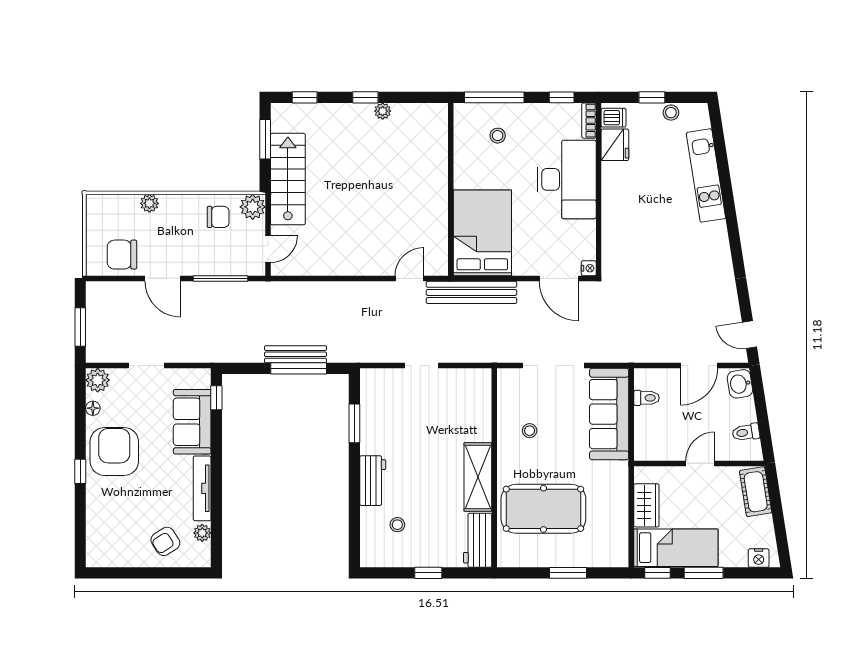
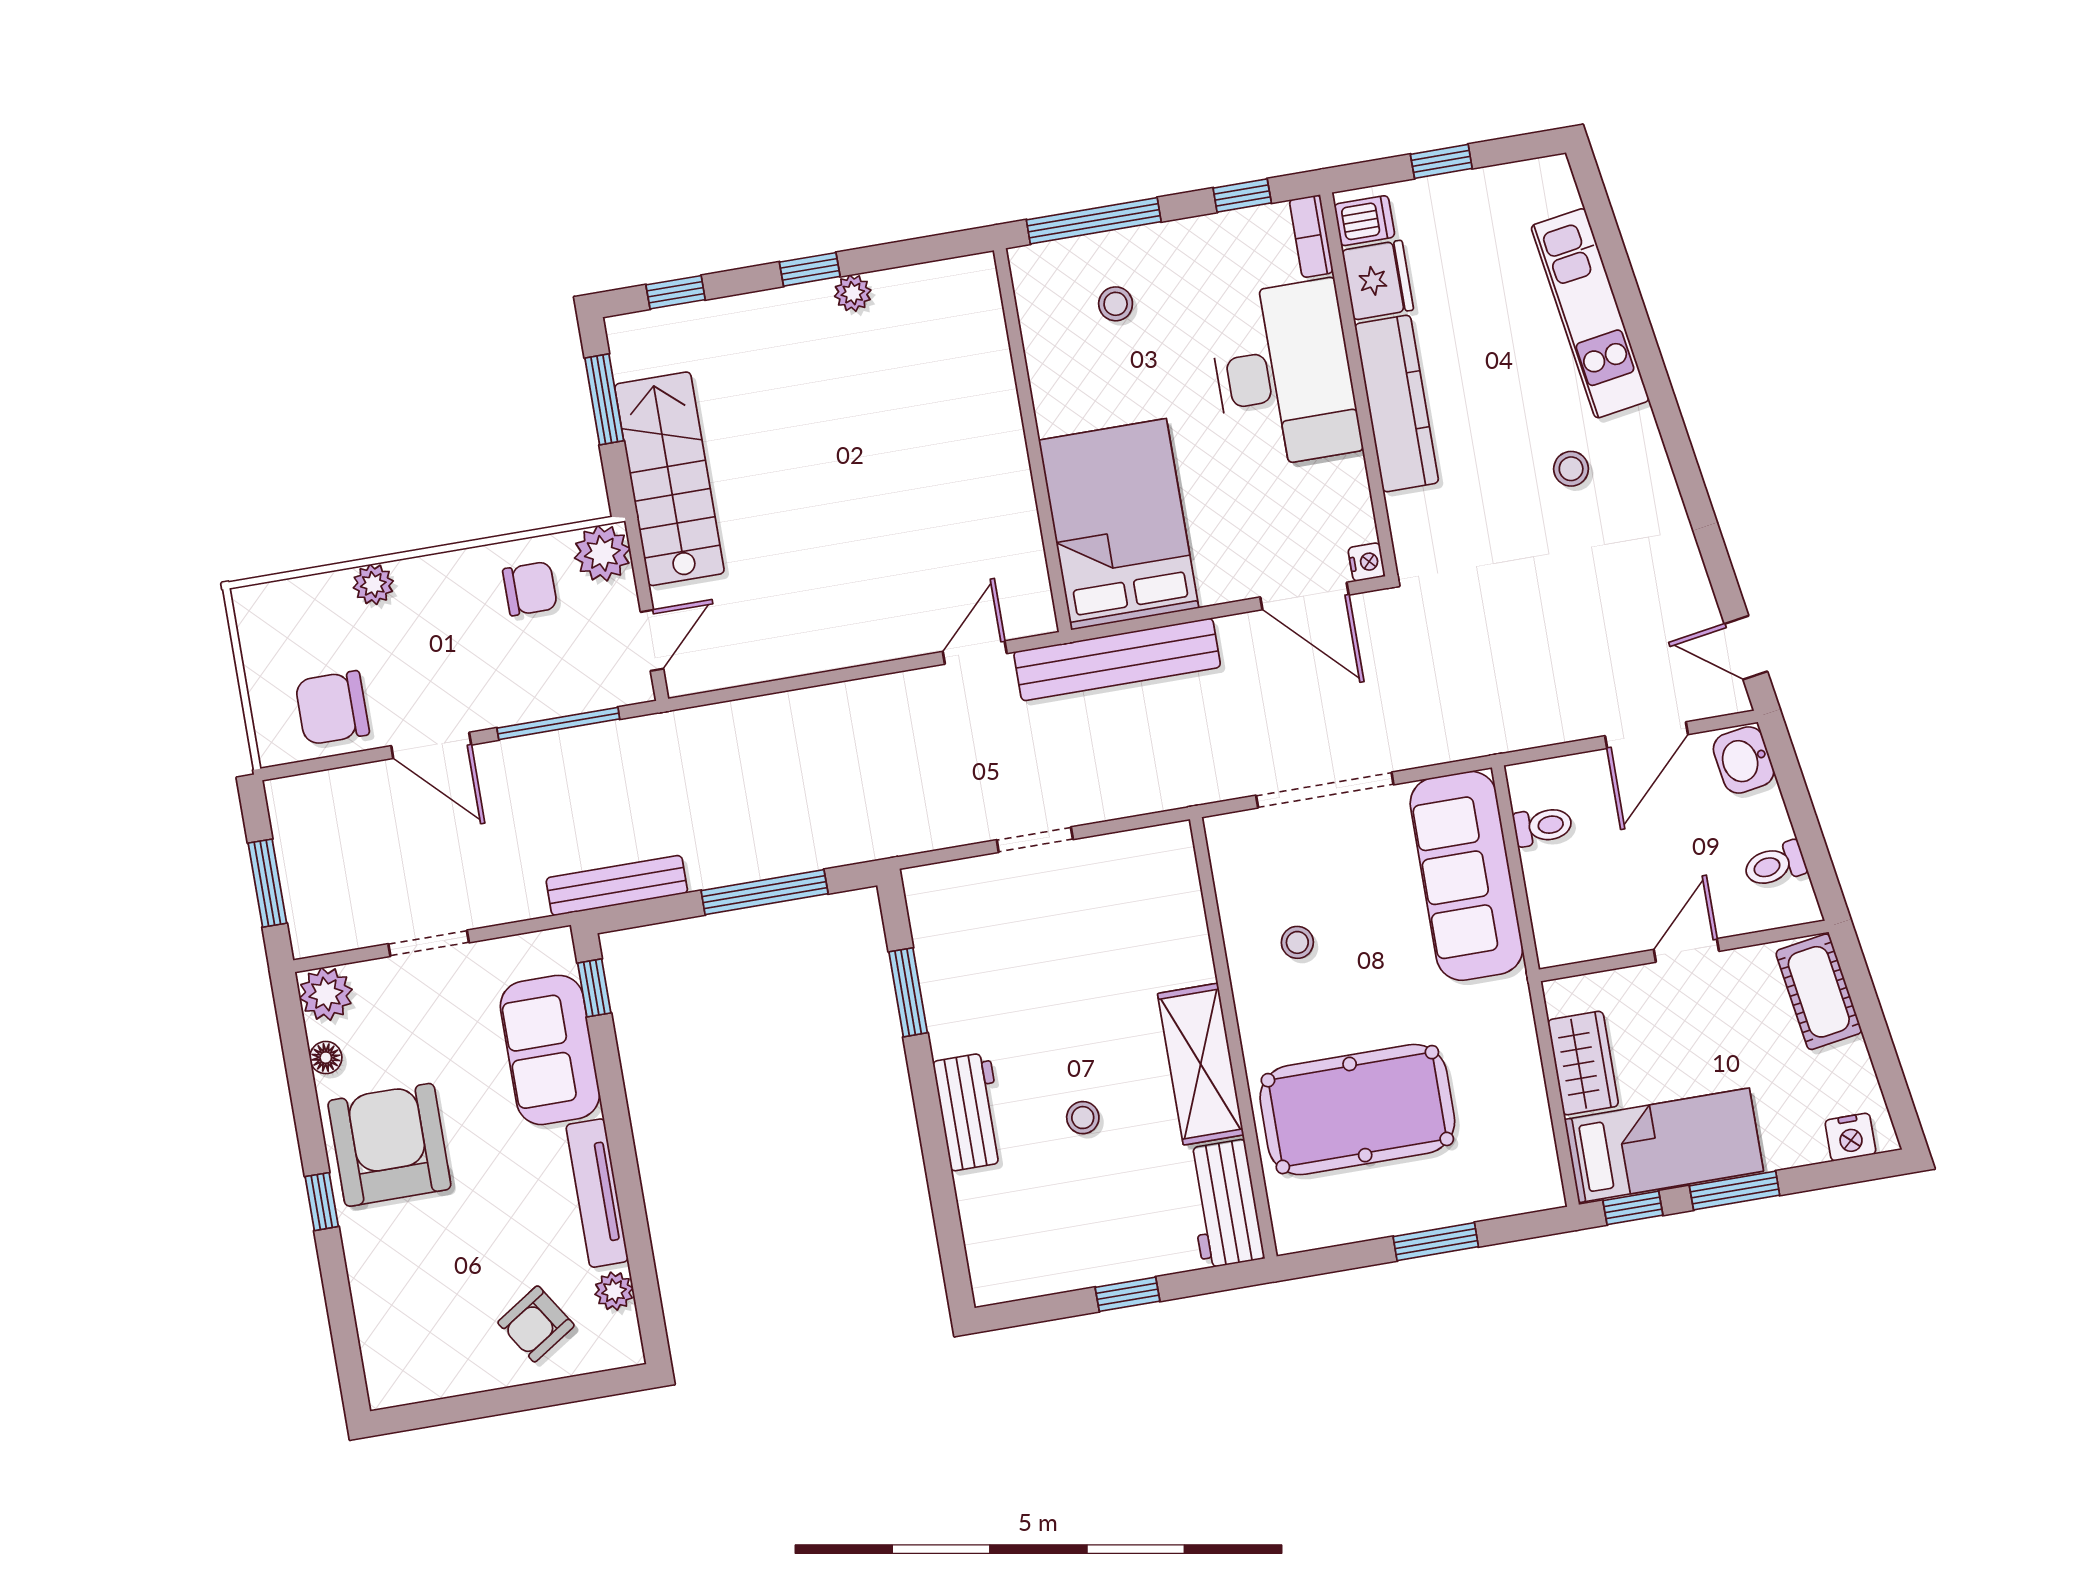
stool: (671, 113) -> (1571, 469), moved
kitchen counter: (614, 201) -> (1397, 403), added
bench: (295, 354) -> (617, 886), moved
stool: (397, 525) -> (1083, 1118), moved

